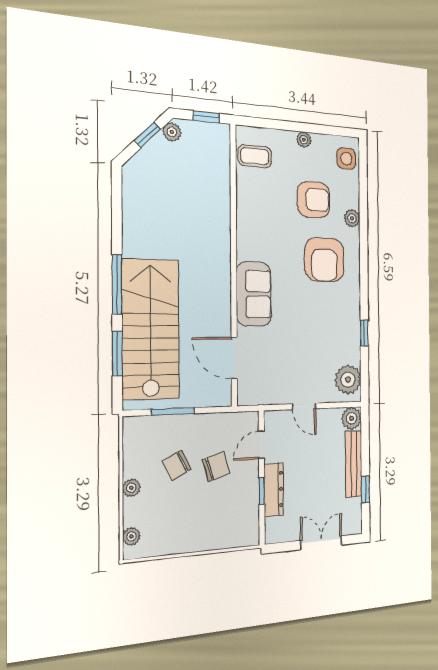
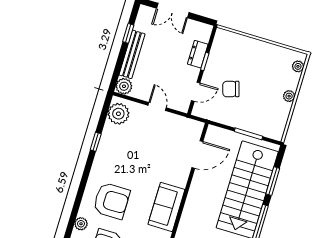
armchair: (324, 260) -> (111, 201), turned 90
sofa: (254, 294) -> (166, 207), moved
door: (234, 358) -> (197, 154), hinge flipped
chair: (177, 465) -> (256, 99), removed
dresser: (274, 489) -> (198, 54), width x0.70

